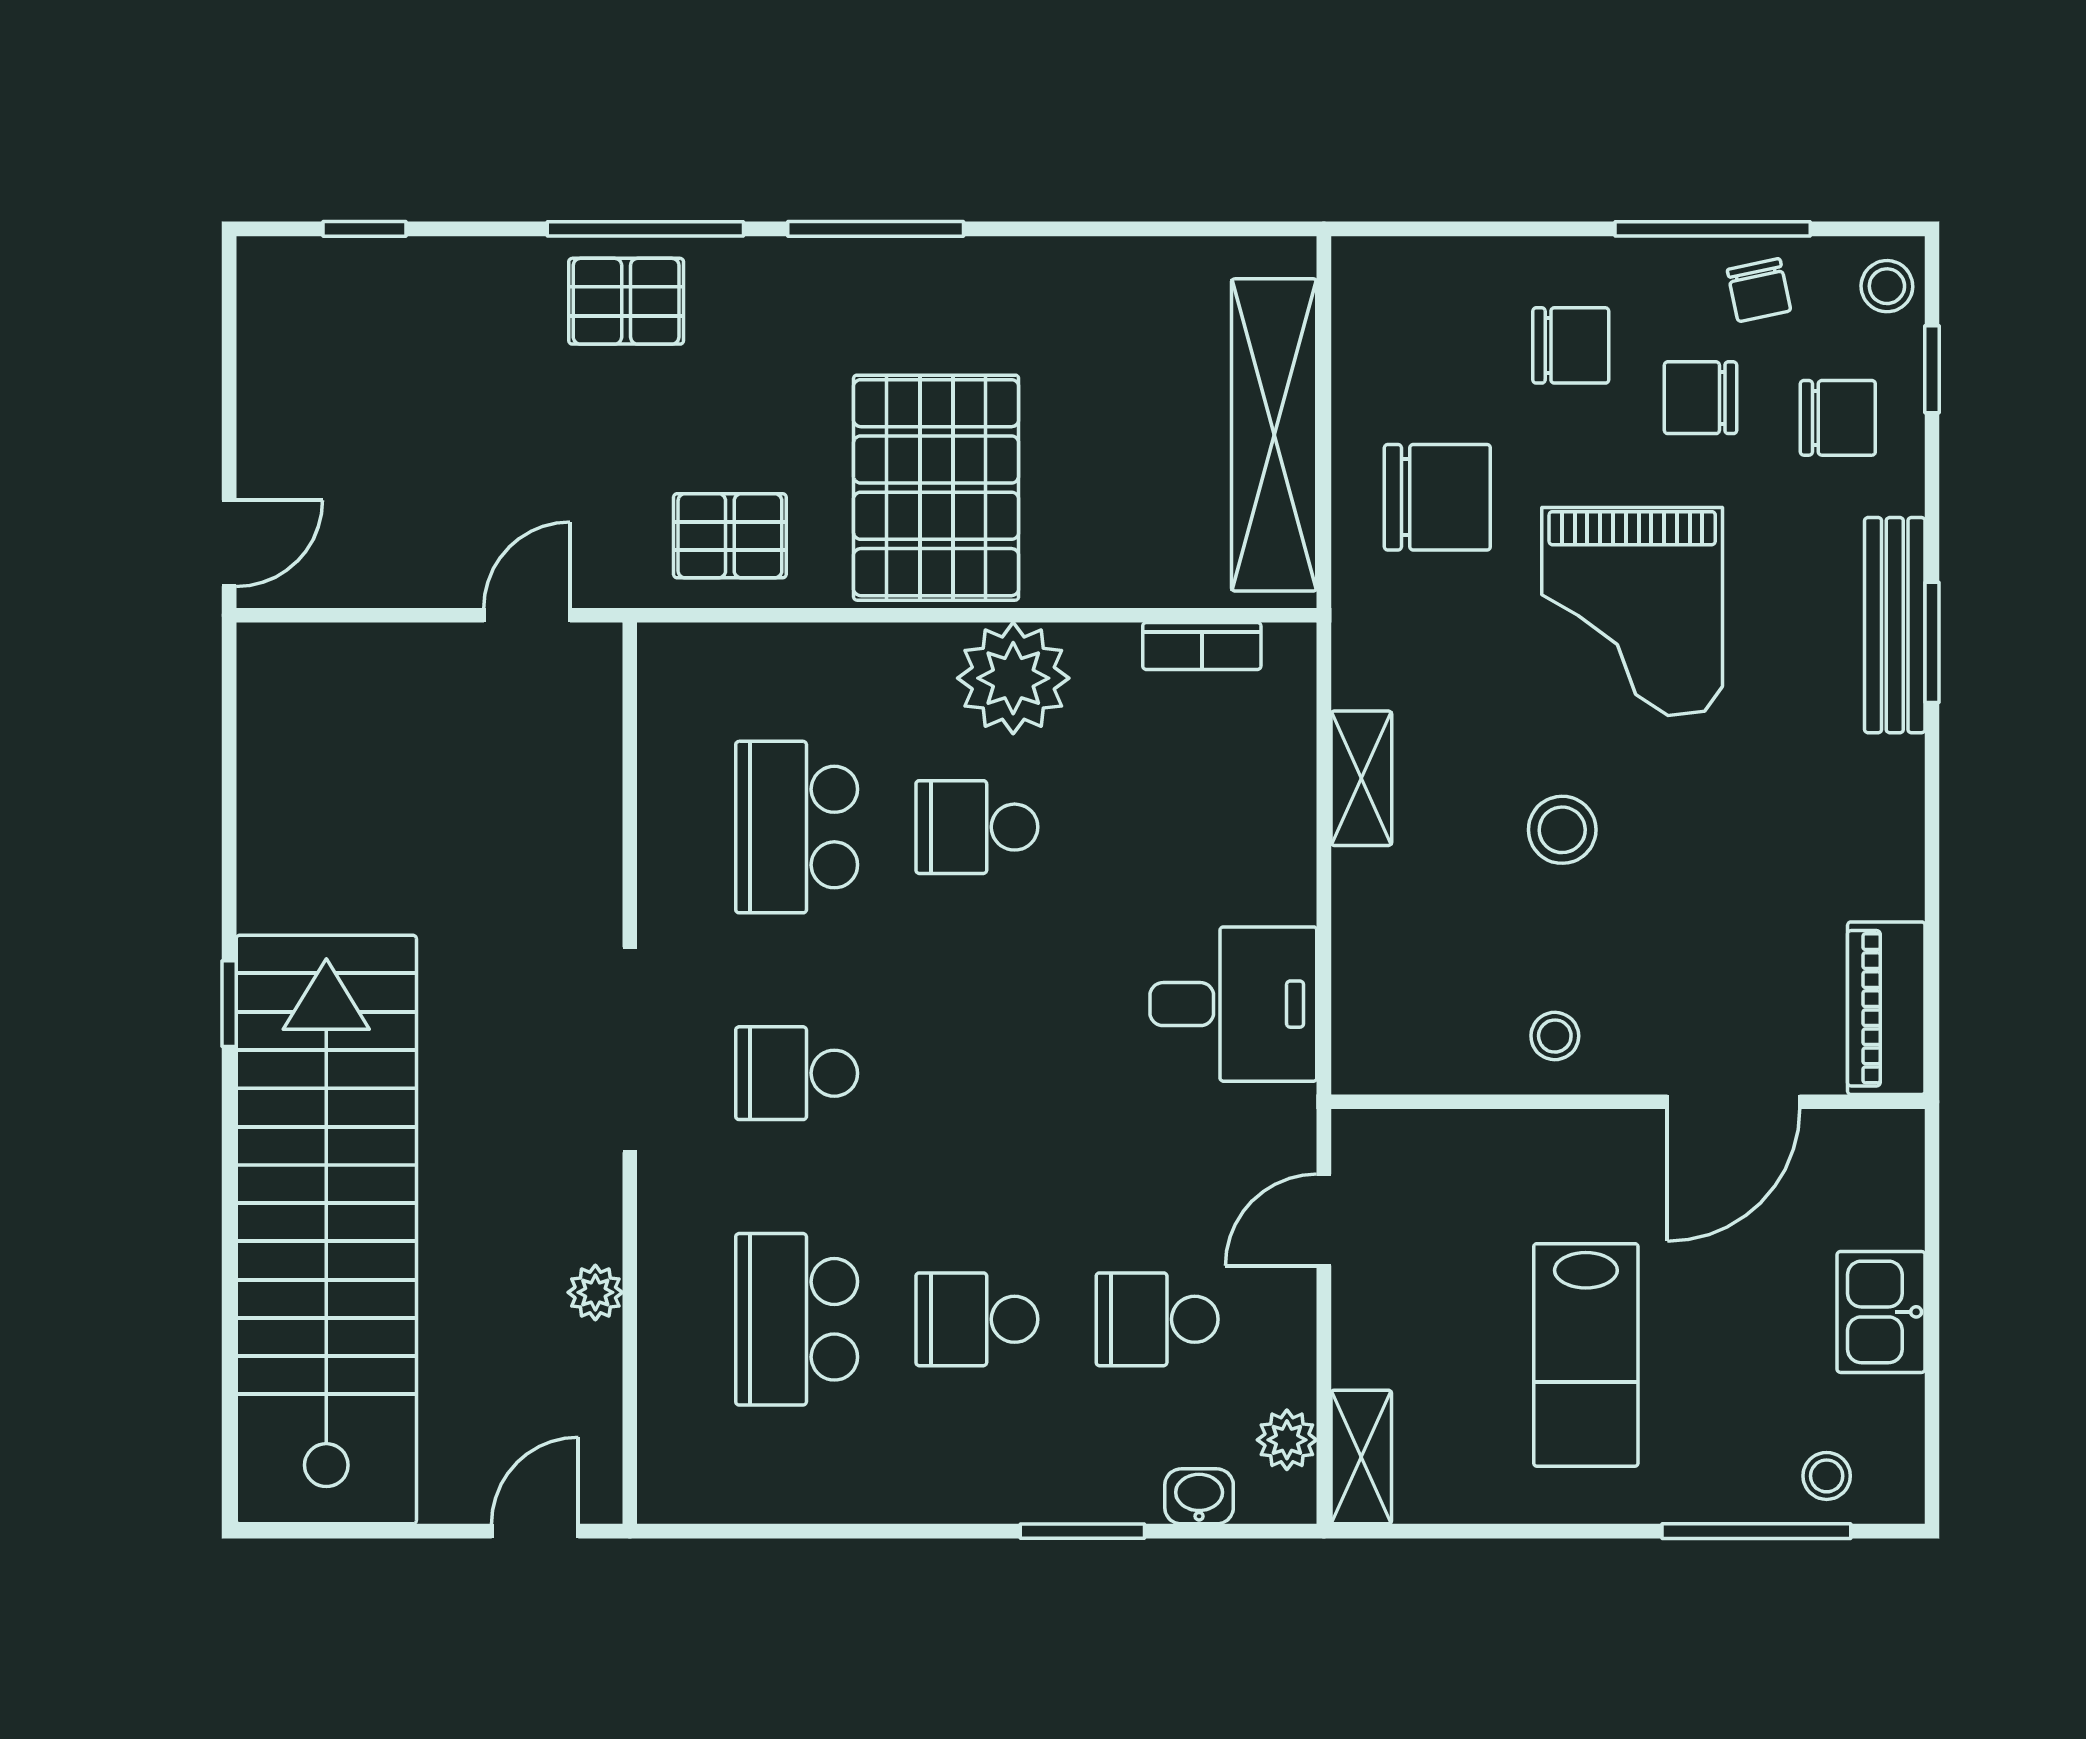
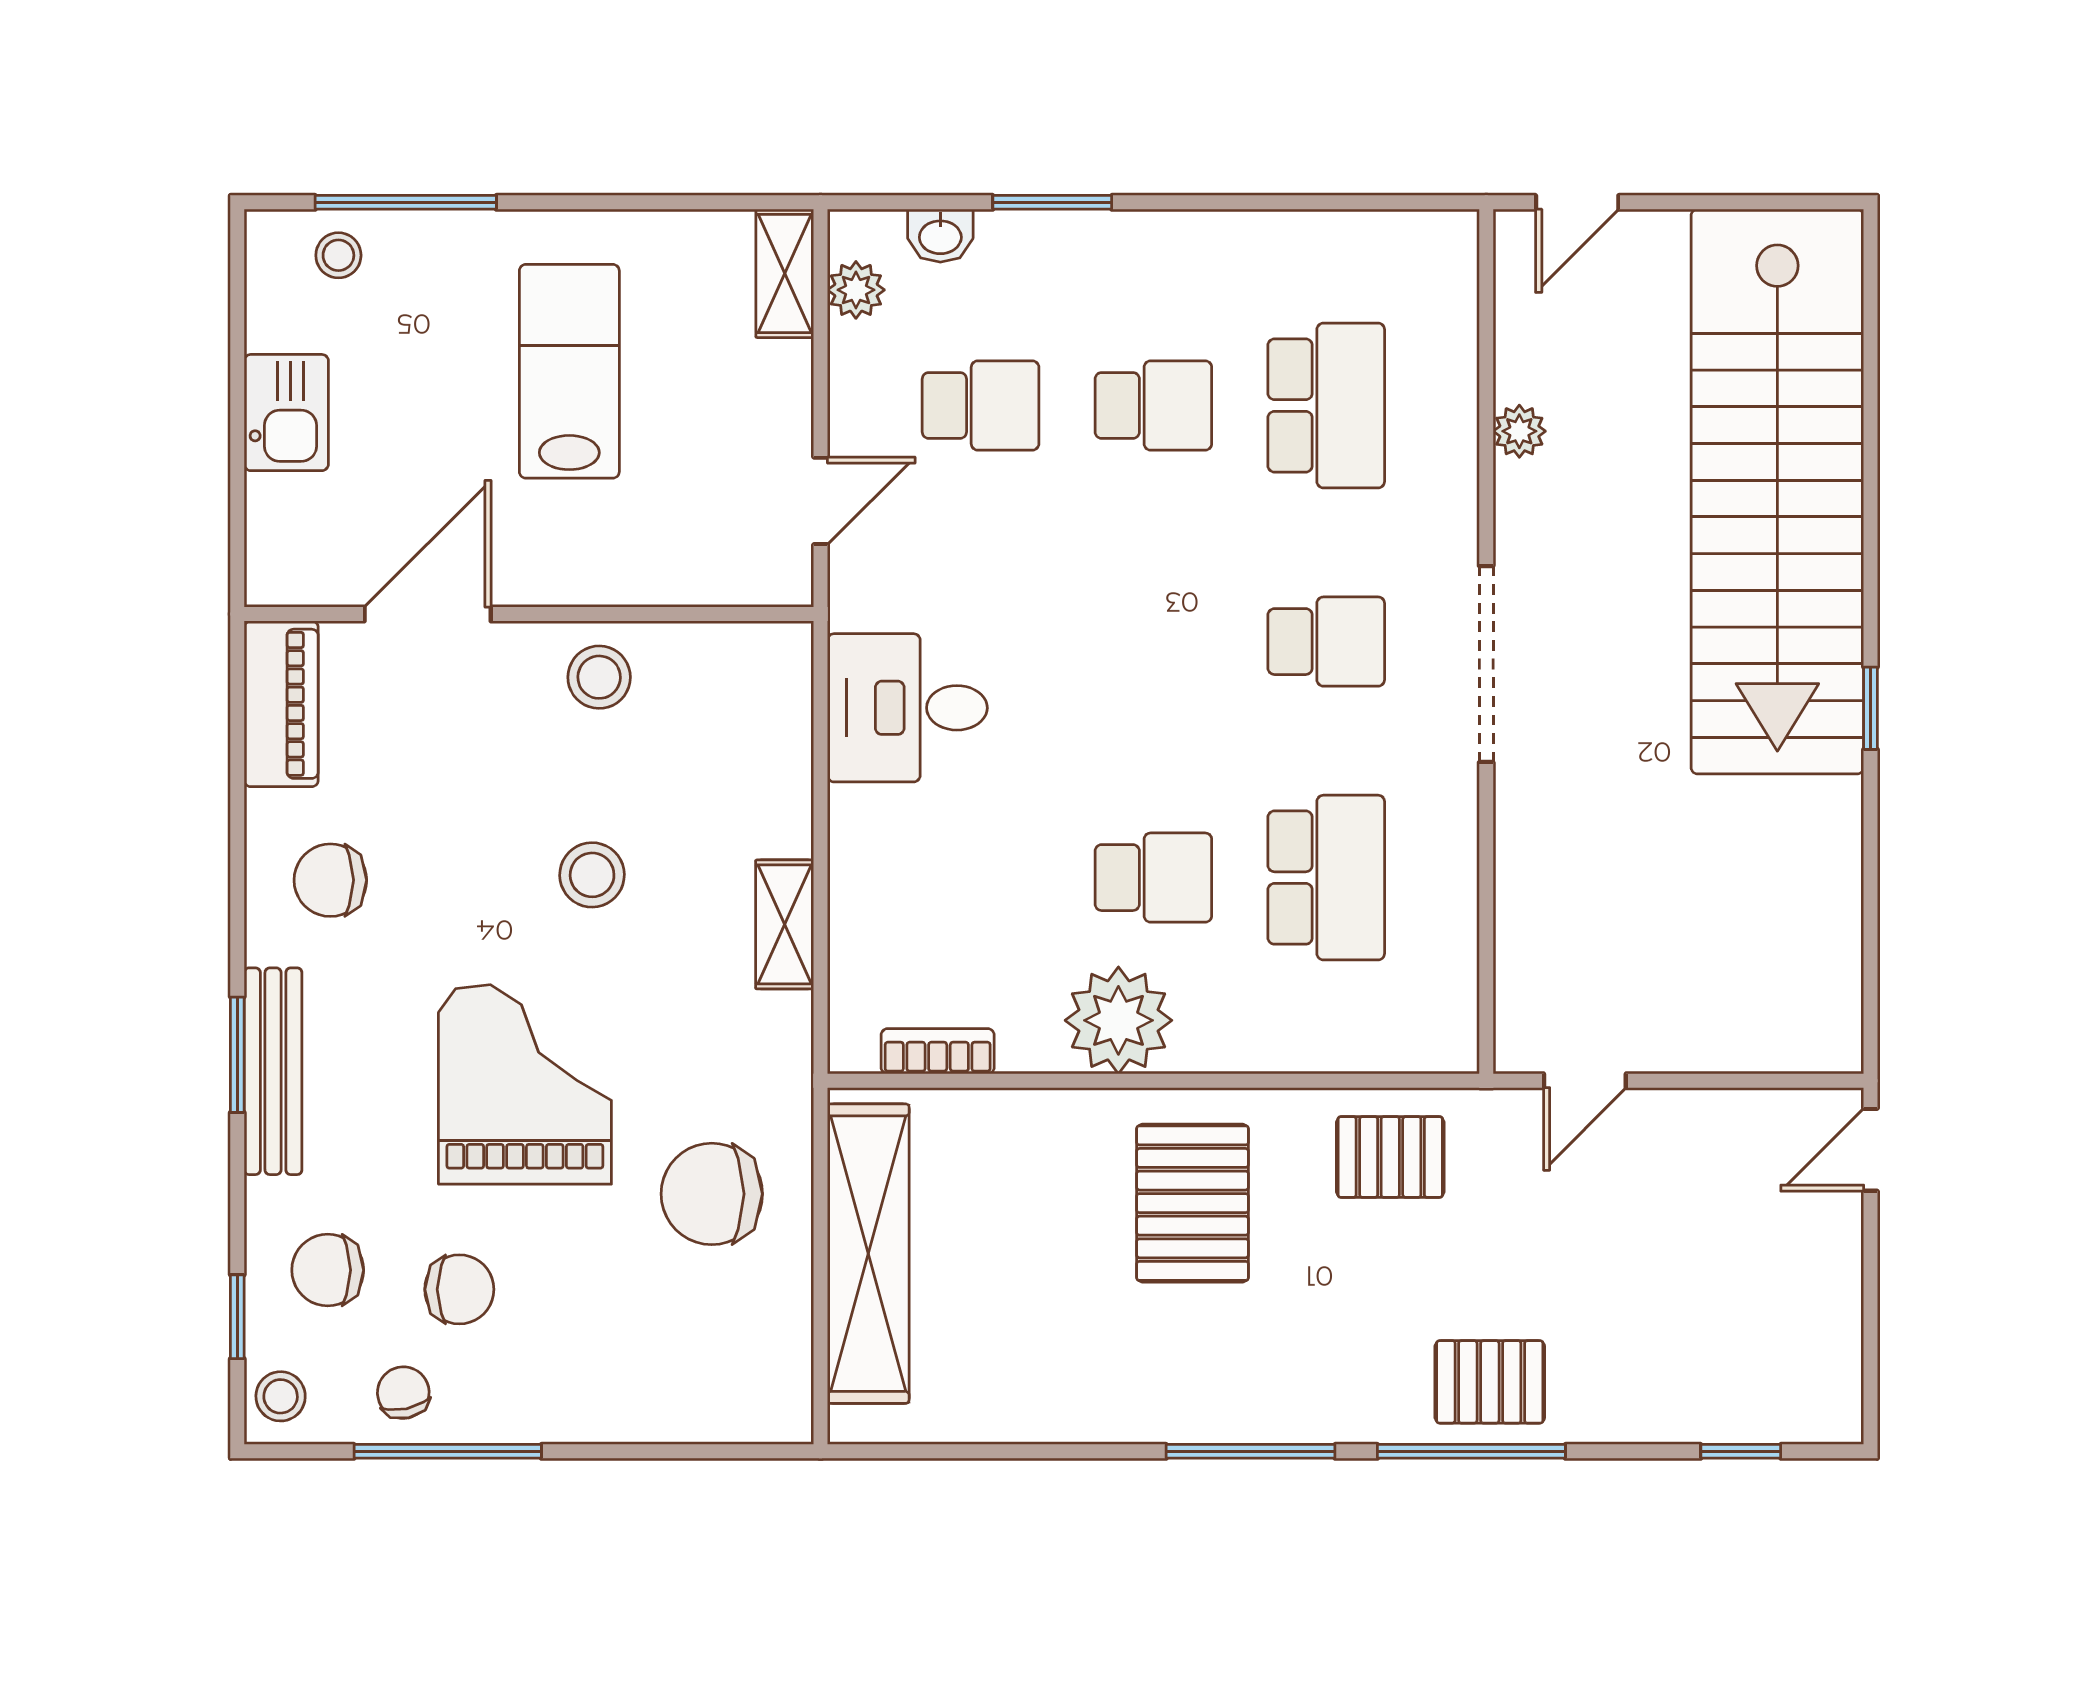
chair: (1571, 345) -> (330, 880), moved
pallet: (936, 488) -> (1193, 1203), width x0.73, depth x0.71
stool: (1555, 1036) -> (599, 677), width x1.37, depth x1.37

